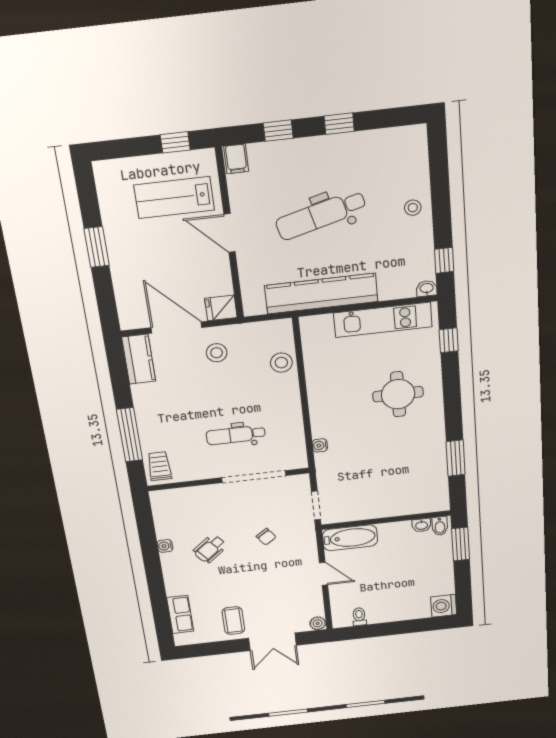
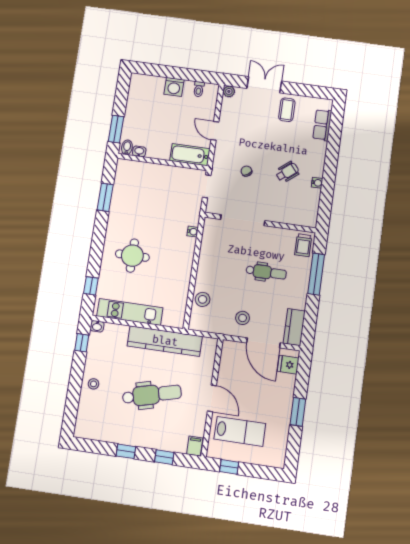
fridge: (221, 308) -> (288, 365), moved, turned 180
dental chair: (236, 435) -> (266, 272), moved
washing machine: (444, 606) -> (174, 87), moved, turned 90

